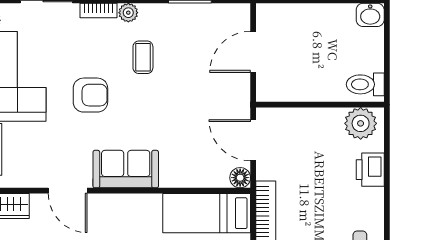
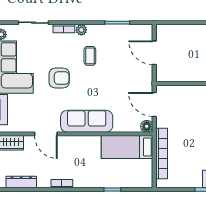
door: (253, 52) -> (154, 53), hinge flipped
sofa: (126, 169) -> (87, 121), width x1.36

